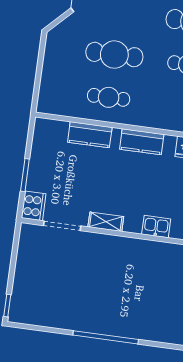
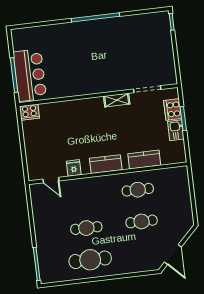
cafe table: (114, 55) -> (142, 221), width x0.73, depth x0.74
cooker: (34, 206) -> (173, 109), moved
kitchen sink: (156, 227) -> (176, 130), moved, turned 90

